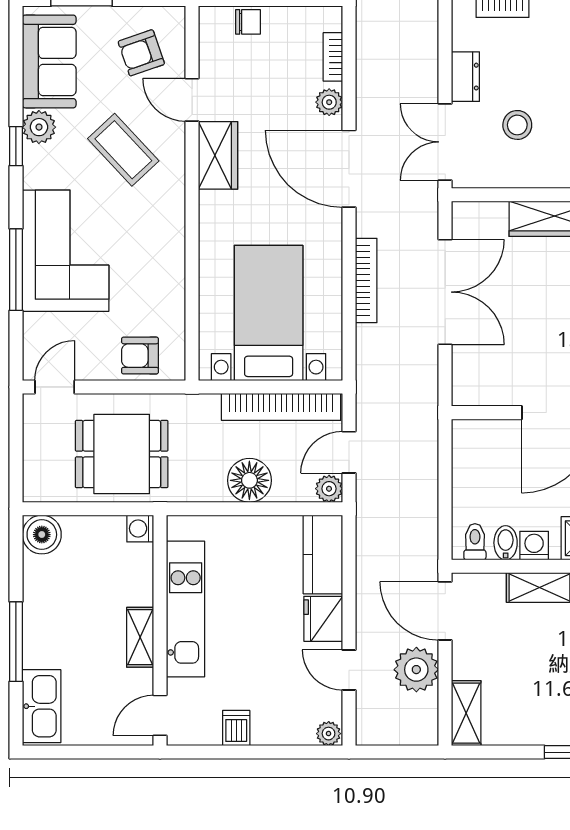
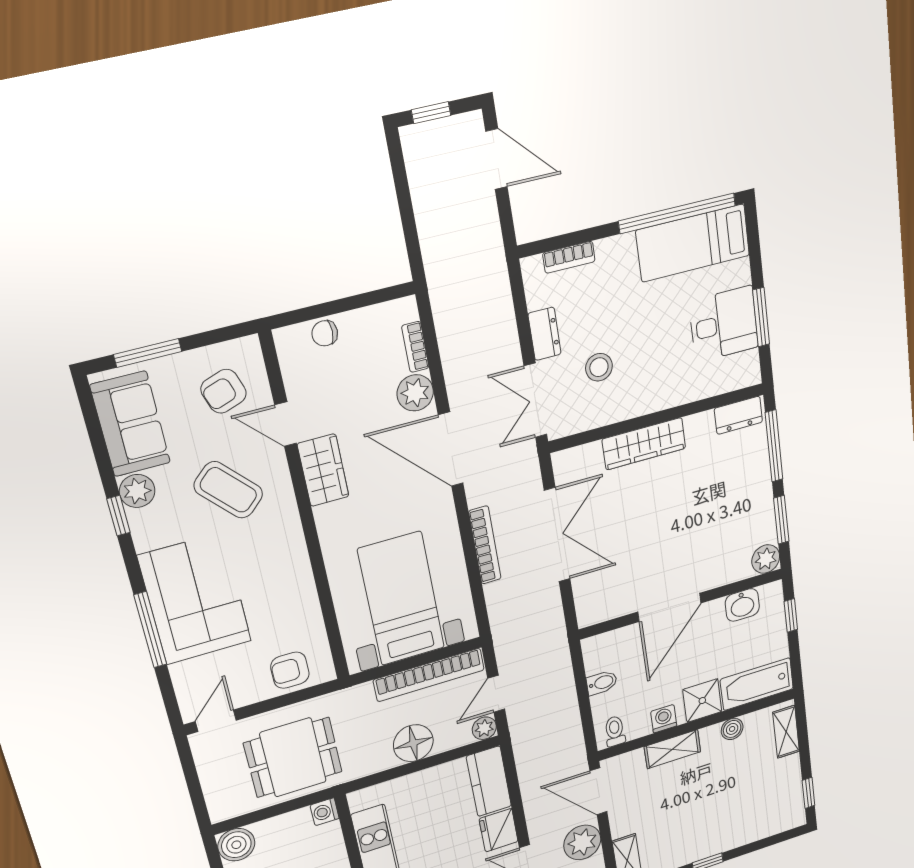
chair: (248, 22) -> (325, 333), turned 180
plant: (329, 102) -> (415, 393), width x1.38, depth x1.38
bidet: (506, 543) -> (602, 683), moved, turned 90

